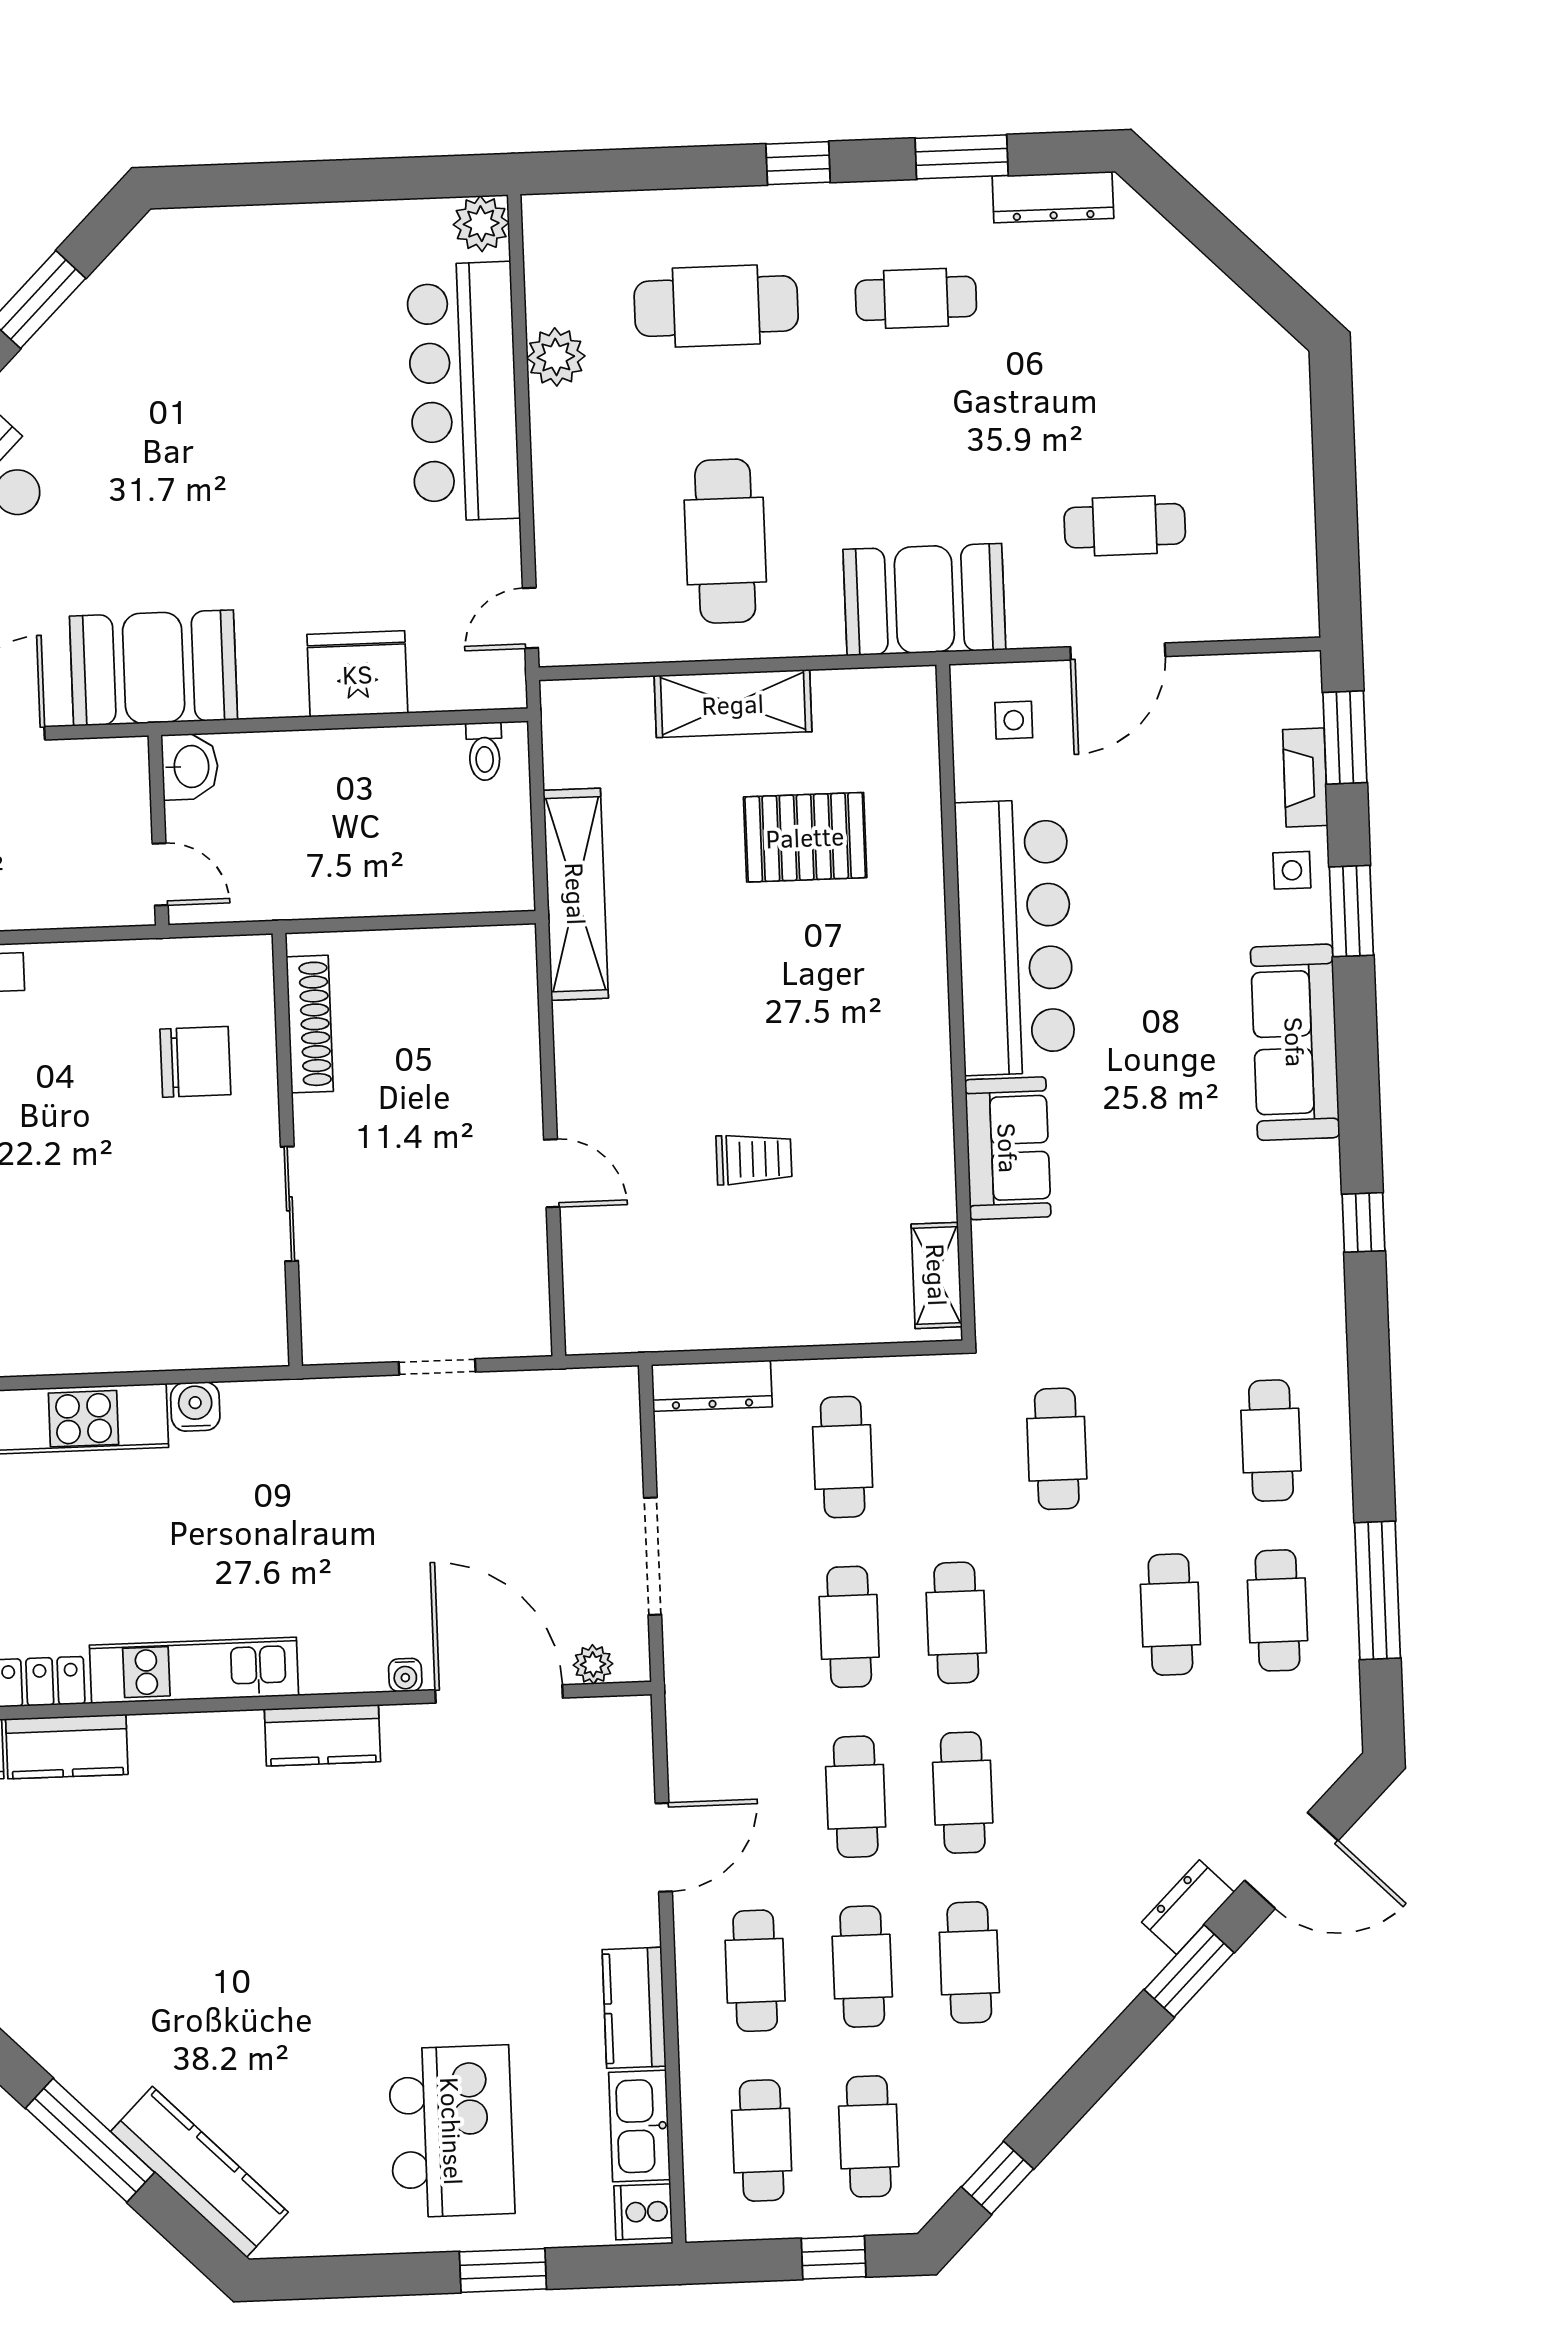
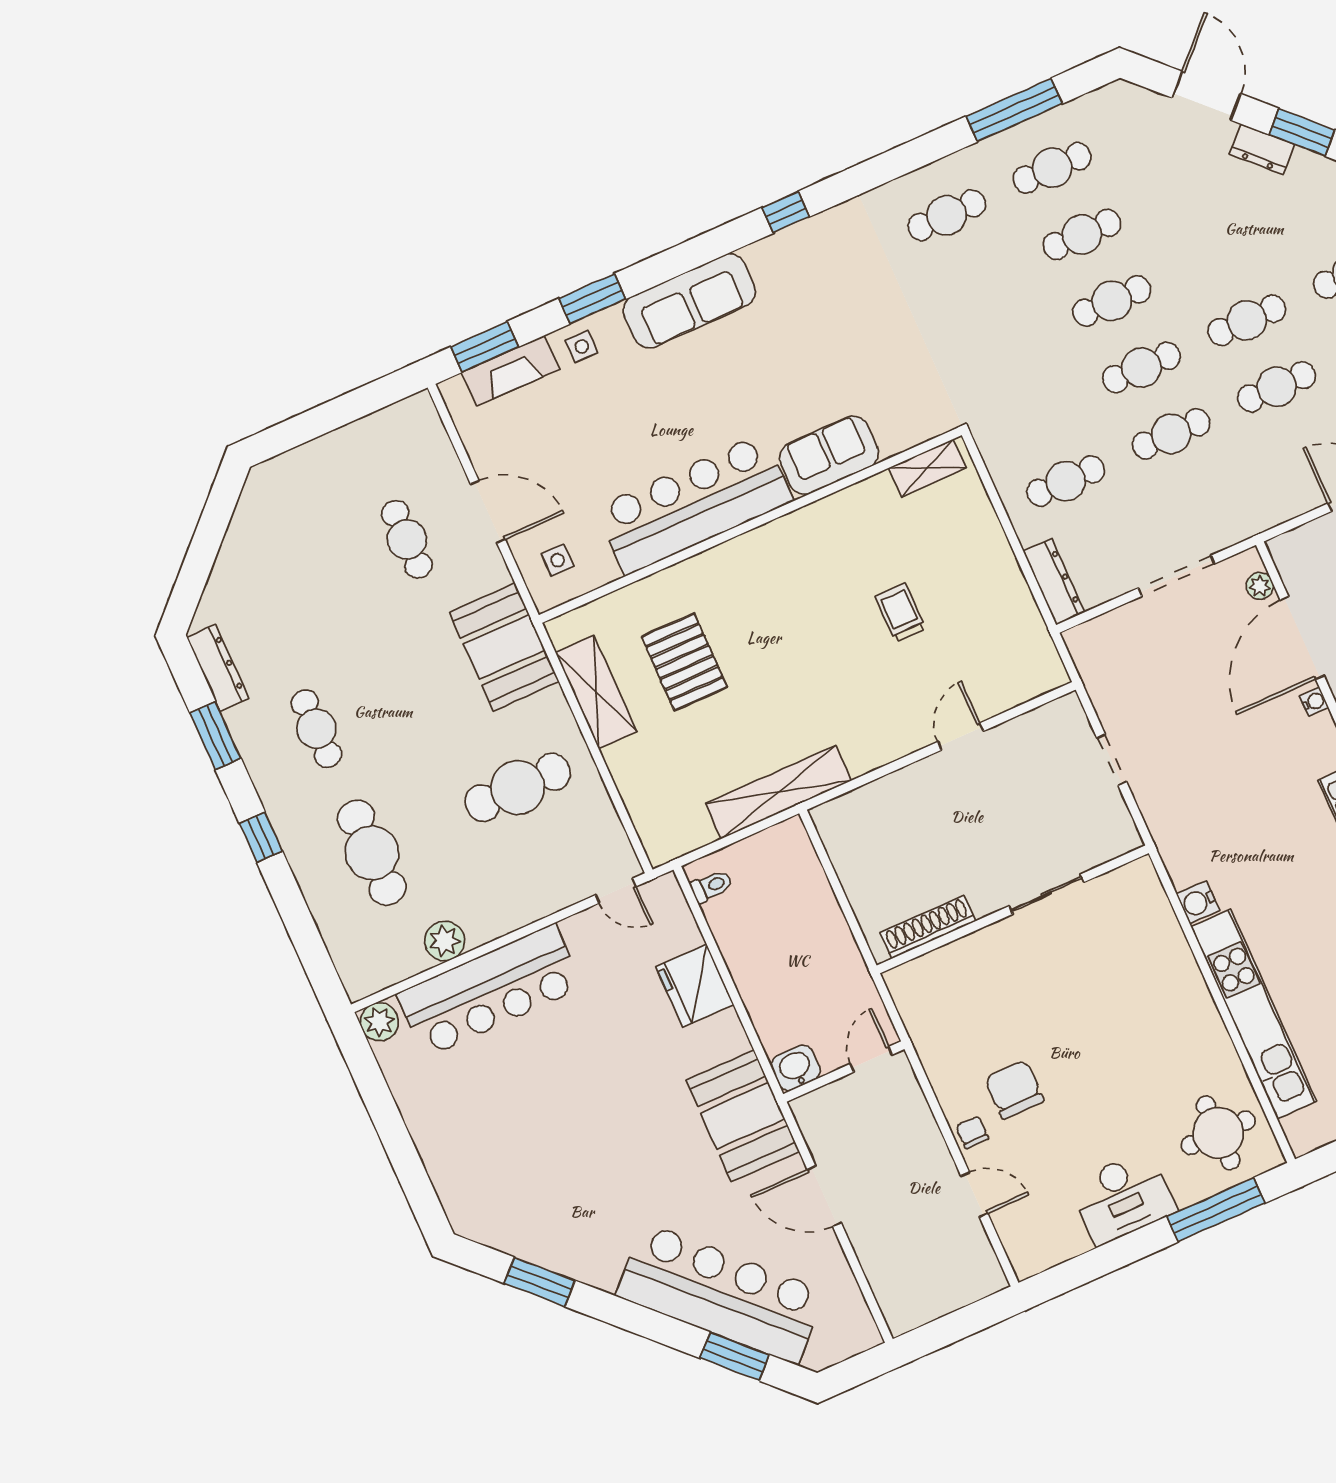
shelving: (733, 704) -> (596, 692), moved
fireplace: (1305, 778) -> (511, 371), width x1.37, depth x1.32
chair: (195, 1062) -> (1014, 1090), moved
cafe table: (1057, 1449) -> (1112, 301), moved

